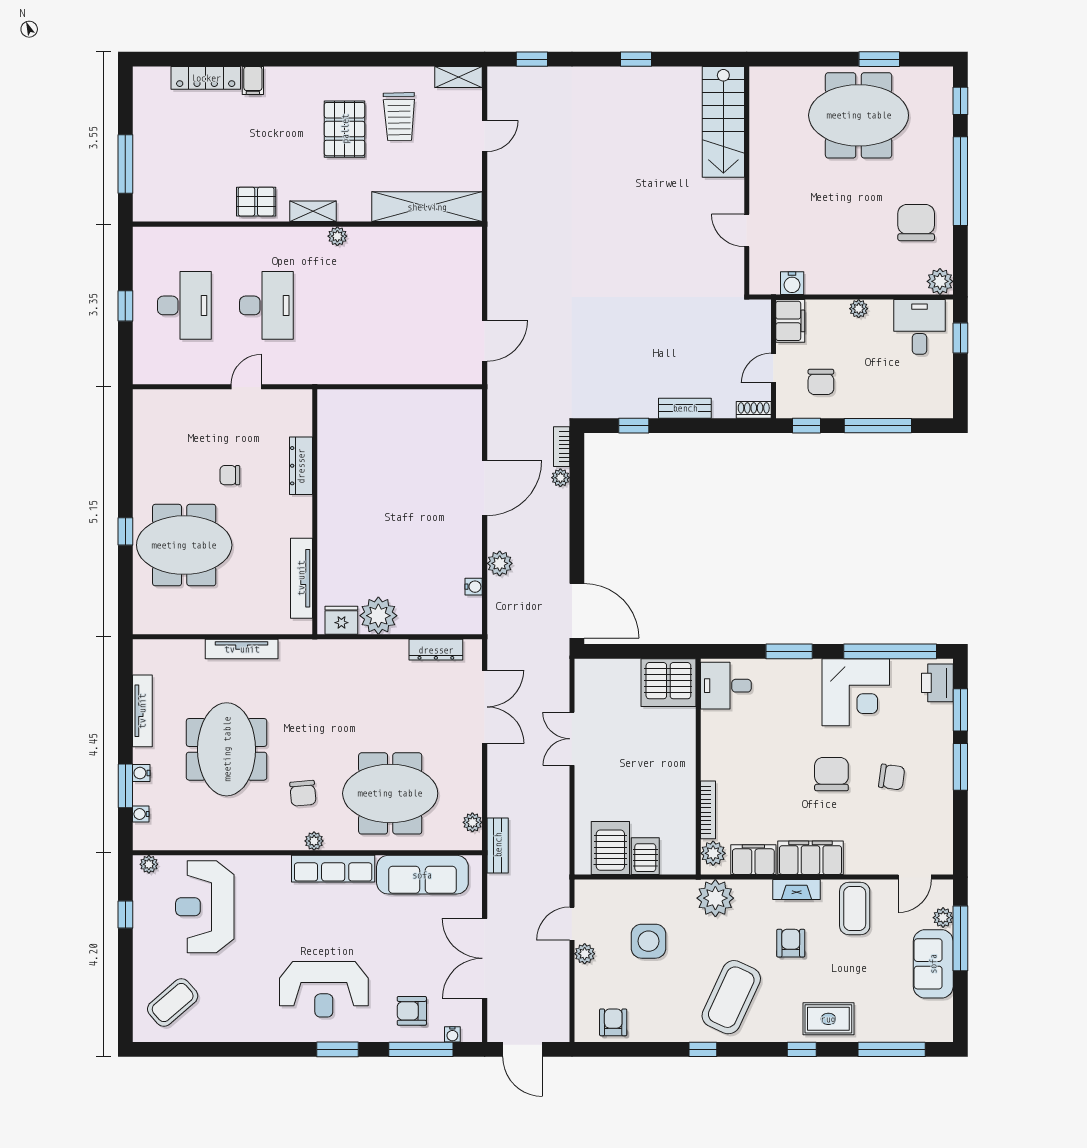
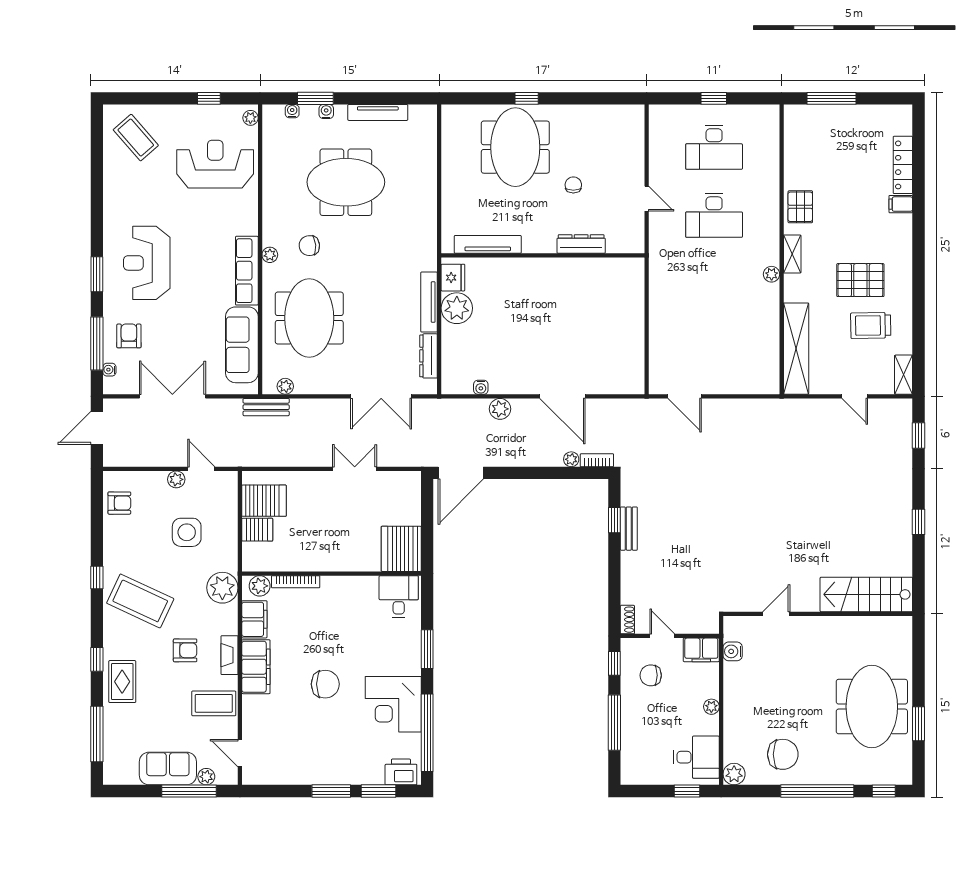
bench: (685, 408) -> (629, 529), moved
tv unit: (242, 649) -> (429, 302), moved
chair: (892, 777) -> (323, 734), removed

